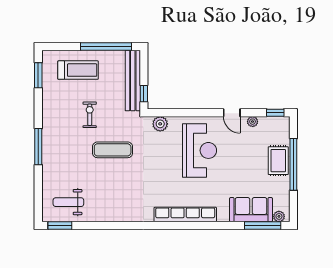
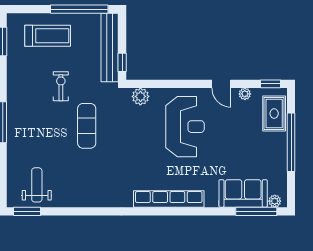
exercise mat: (113, 150) -> (87, 126), turned 90
rug: (278, 161) -> (274, 114), moved
weight bench: (68, 202) -> (37, 185), turned 90

